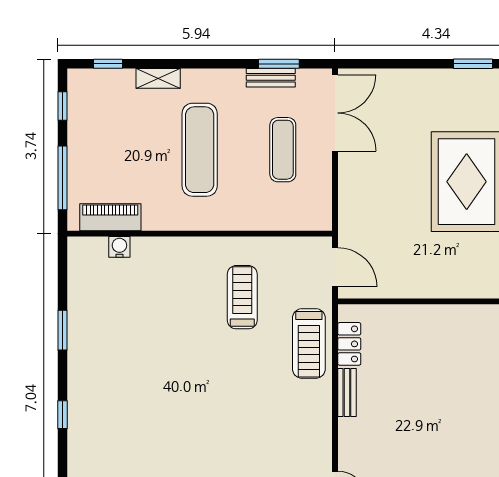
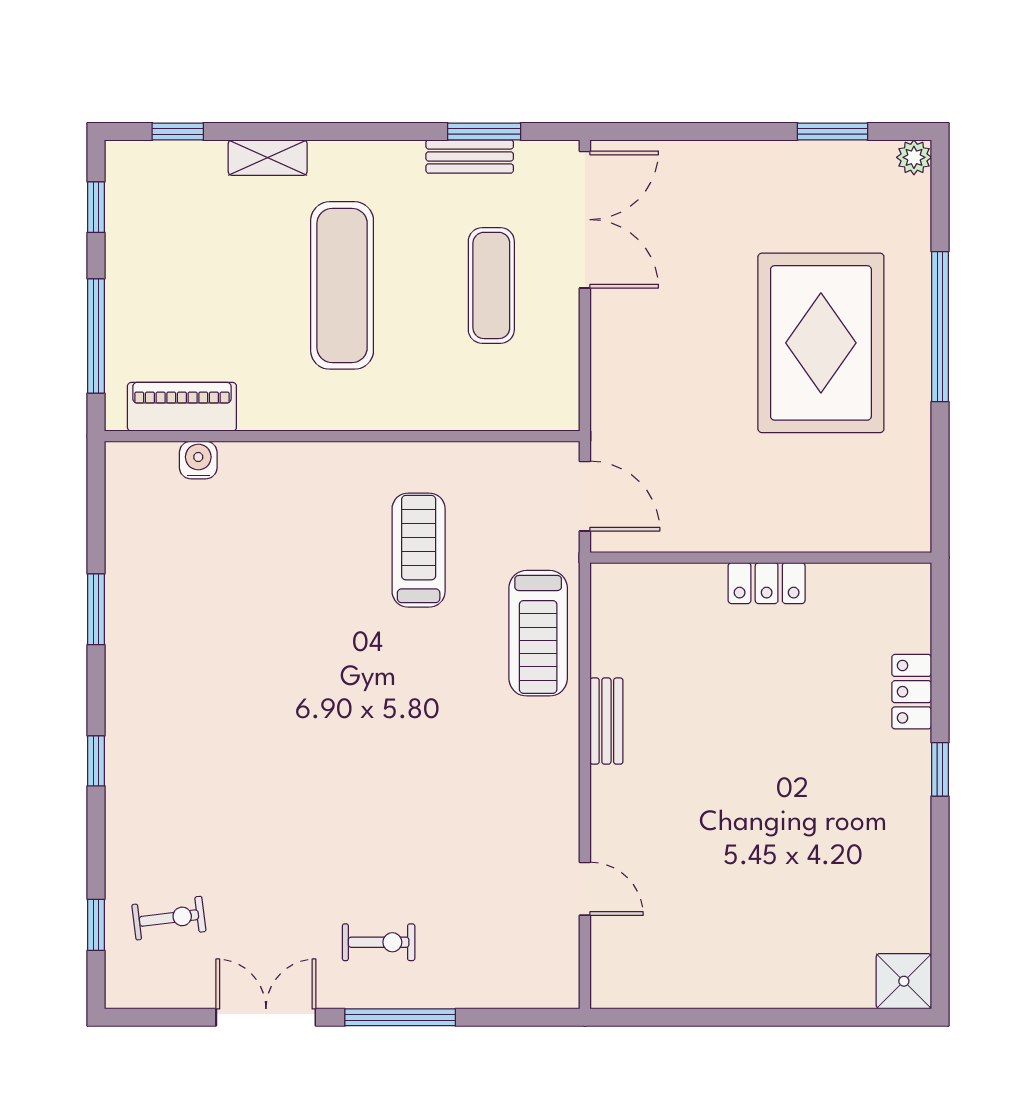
locker: (349, 344) -> (767, 583), moved, turned 90

